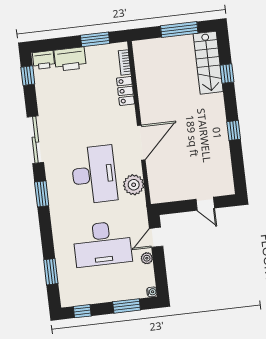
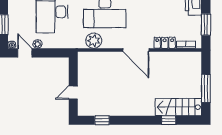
window: (234, 130) -> (102, 120), moved
door: (141, 143) -> (136, 50), moved
door: (156, 237) -> (25, 53), moved

